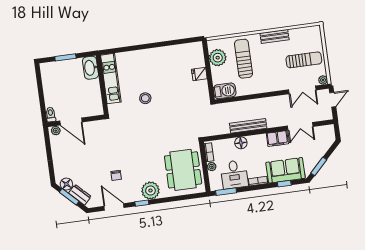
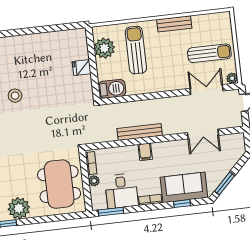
double door: (302, 90) -> (207, 90), swing flipped
filing cabinet: (277, 139) -> (145, 152), moved, width x0.50
floor lamp: (241, 143) -> (130, 153), removed

